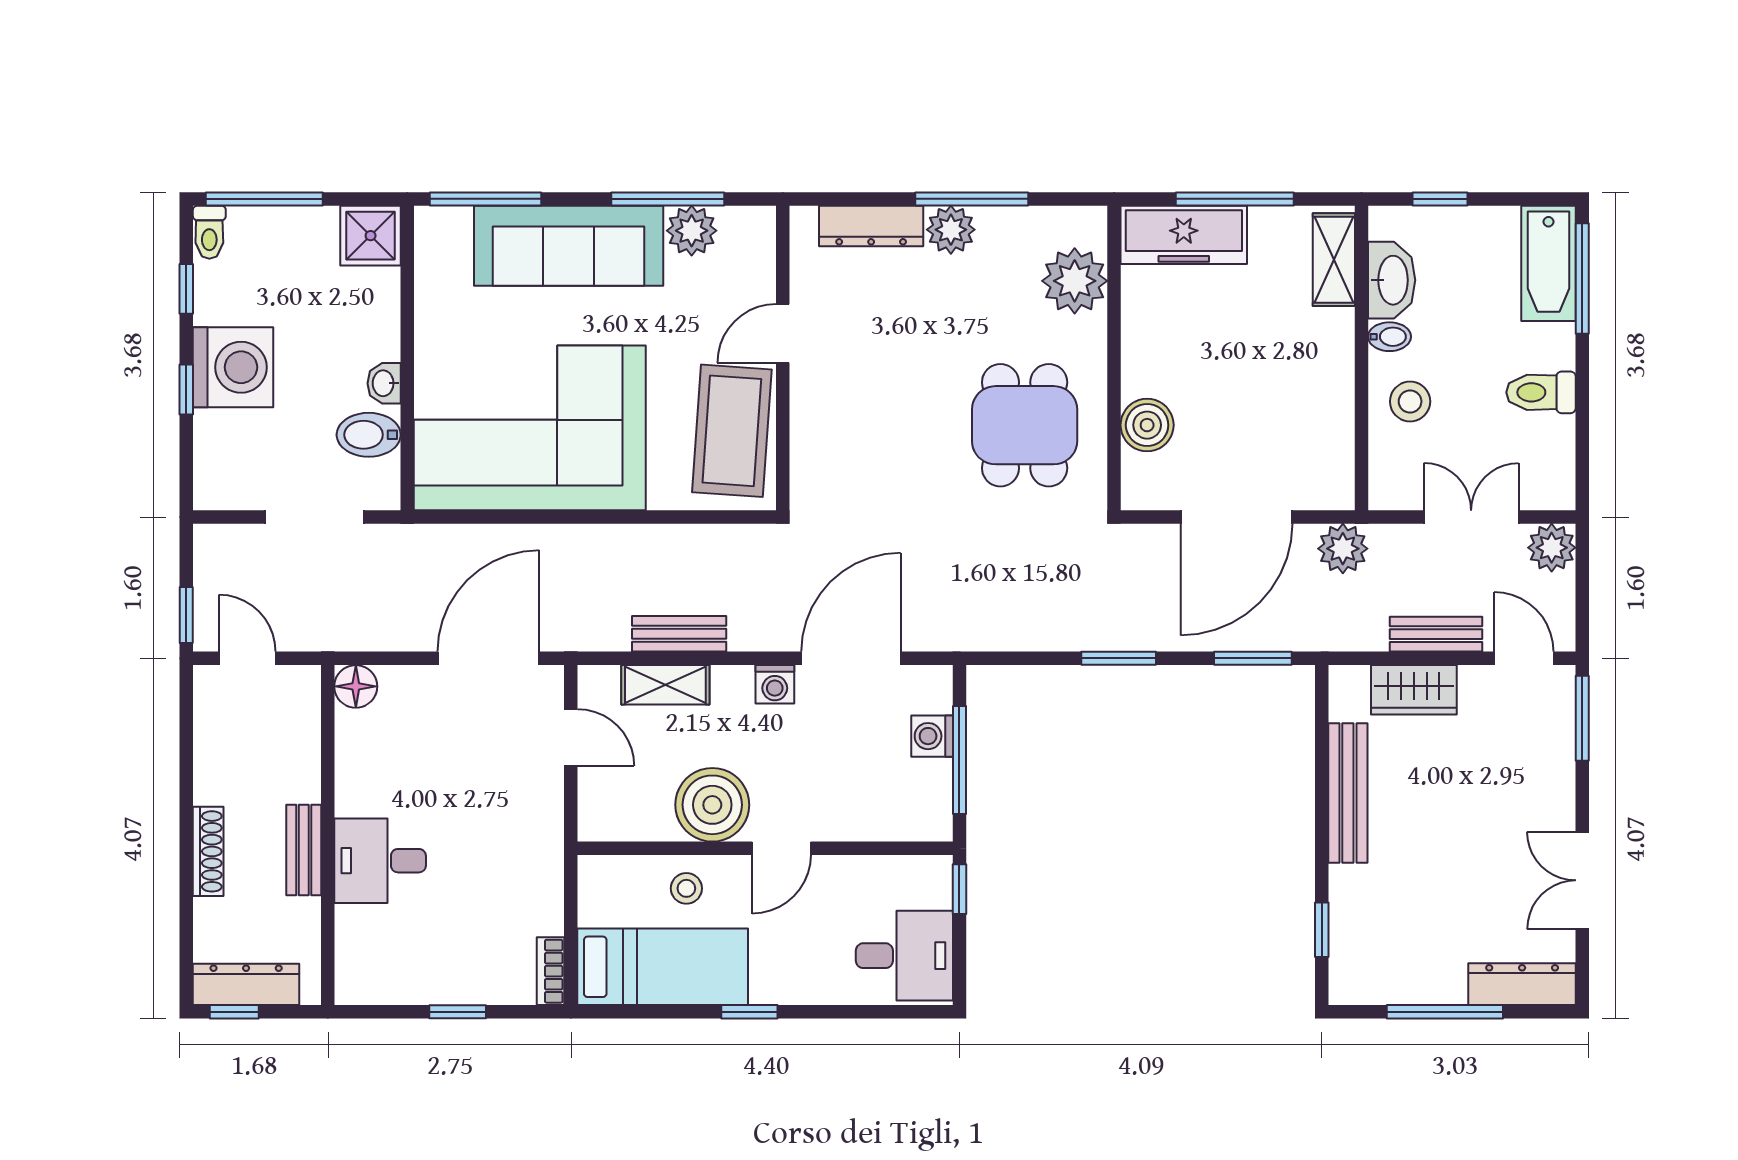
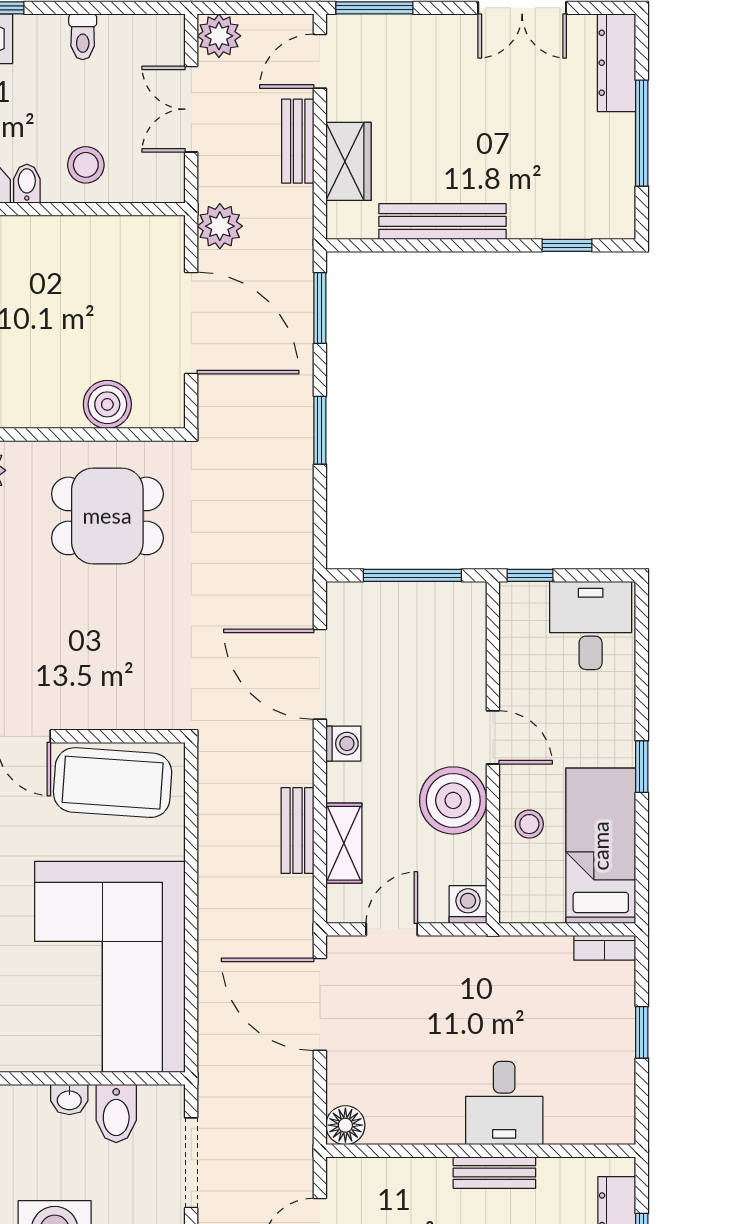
toilet: (1541, 392) -> (83, 37), width x0.73, depth x0.72
washing machine: (932, 736) -> (468, 905), moved, turned 180

